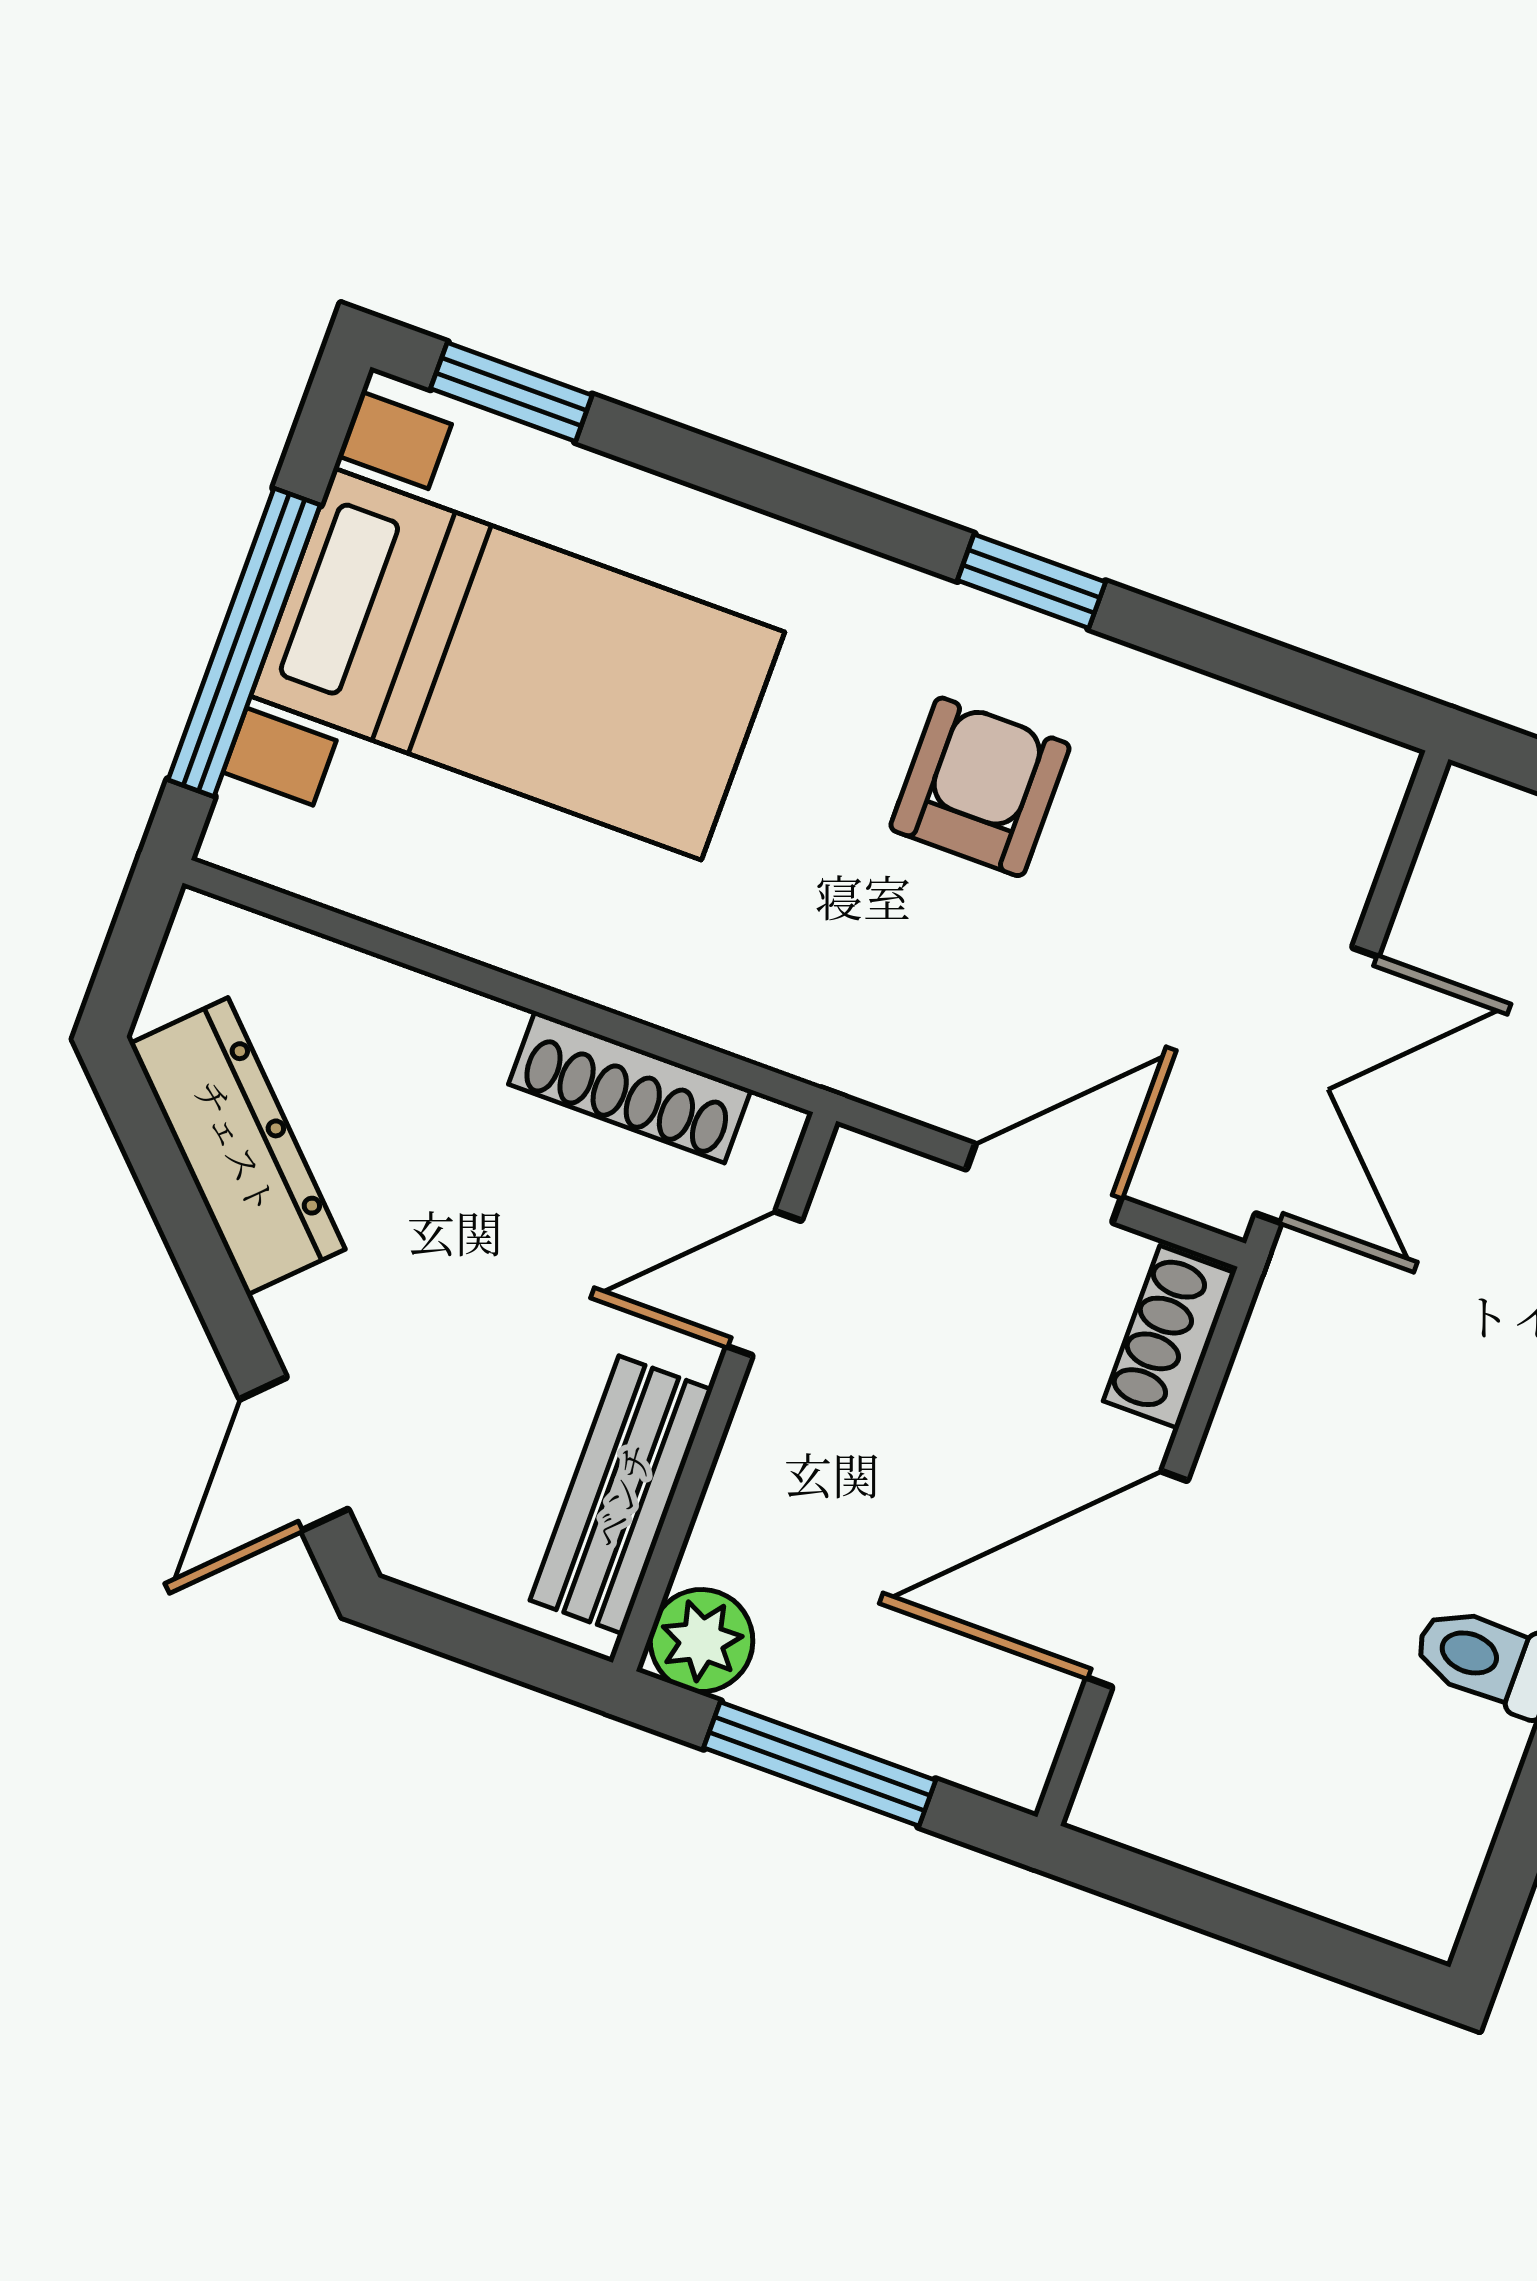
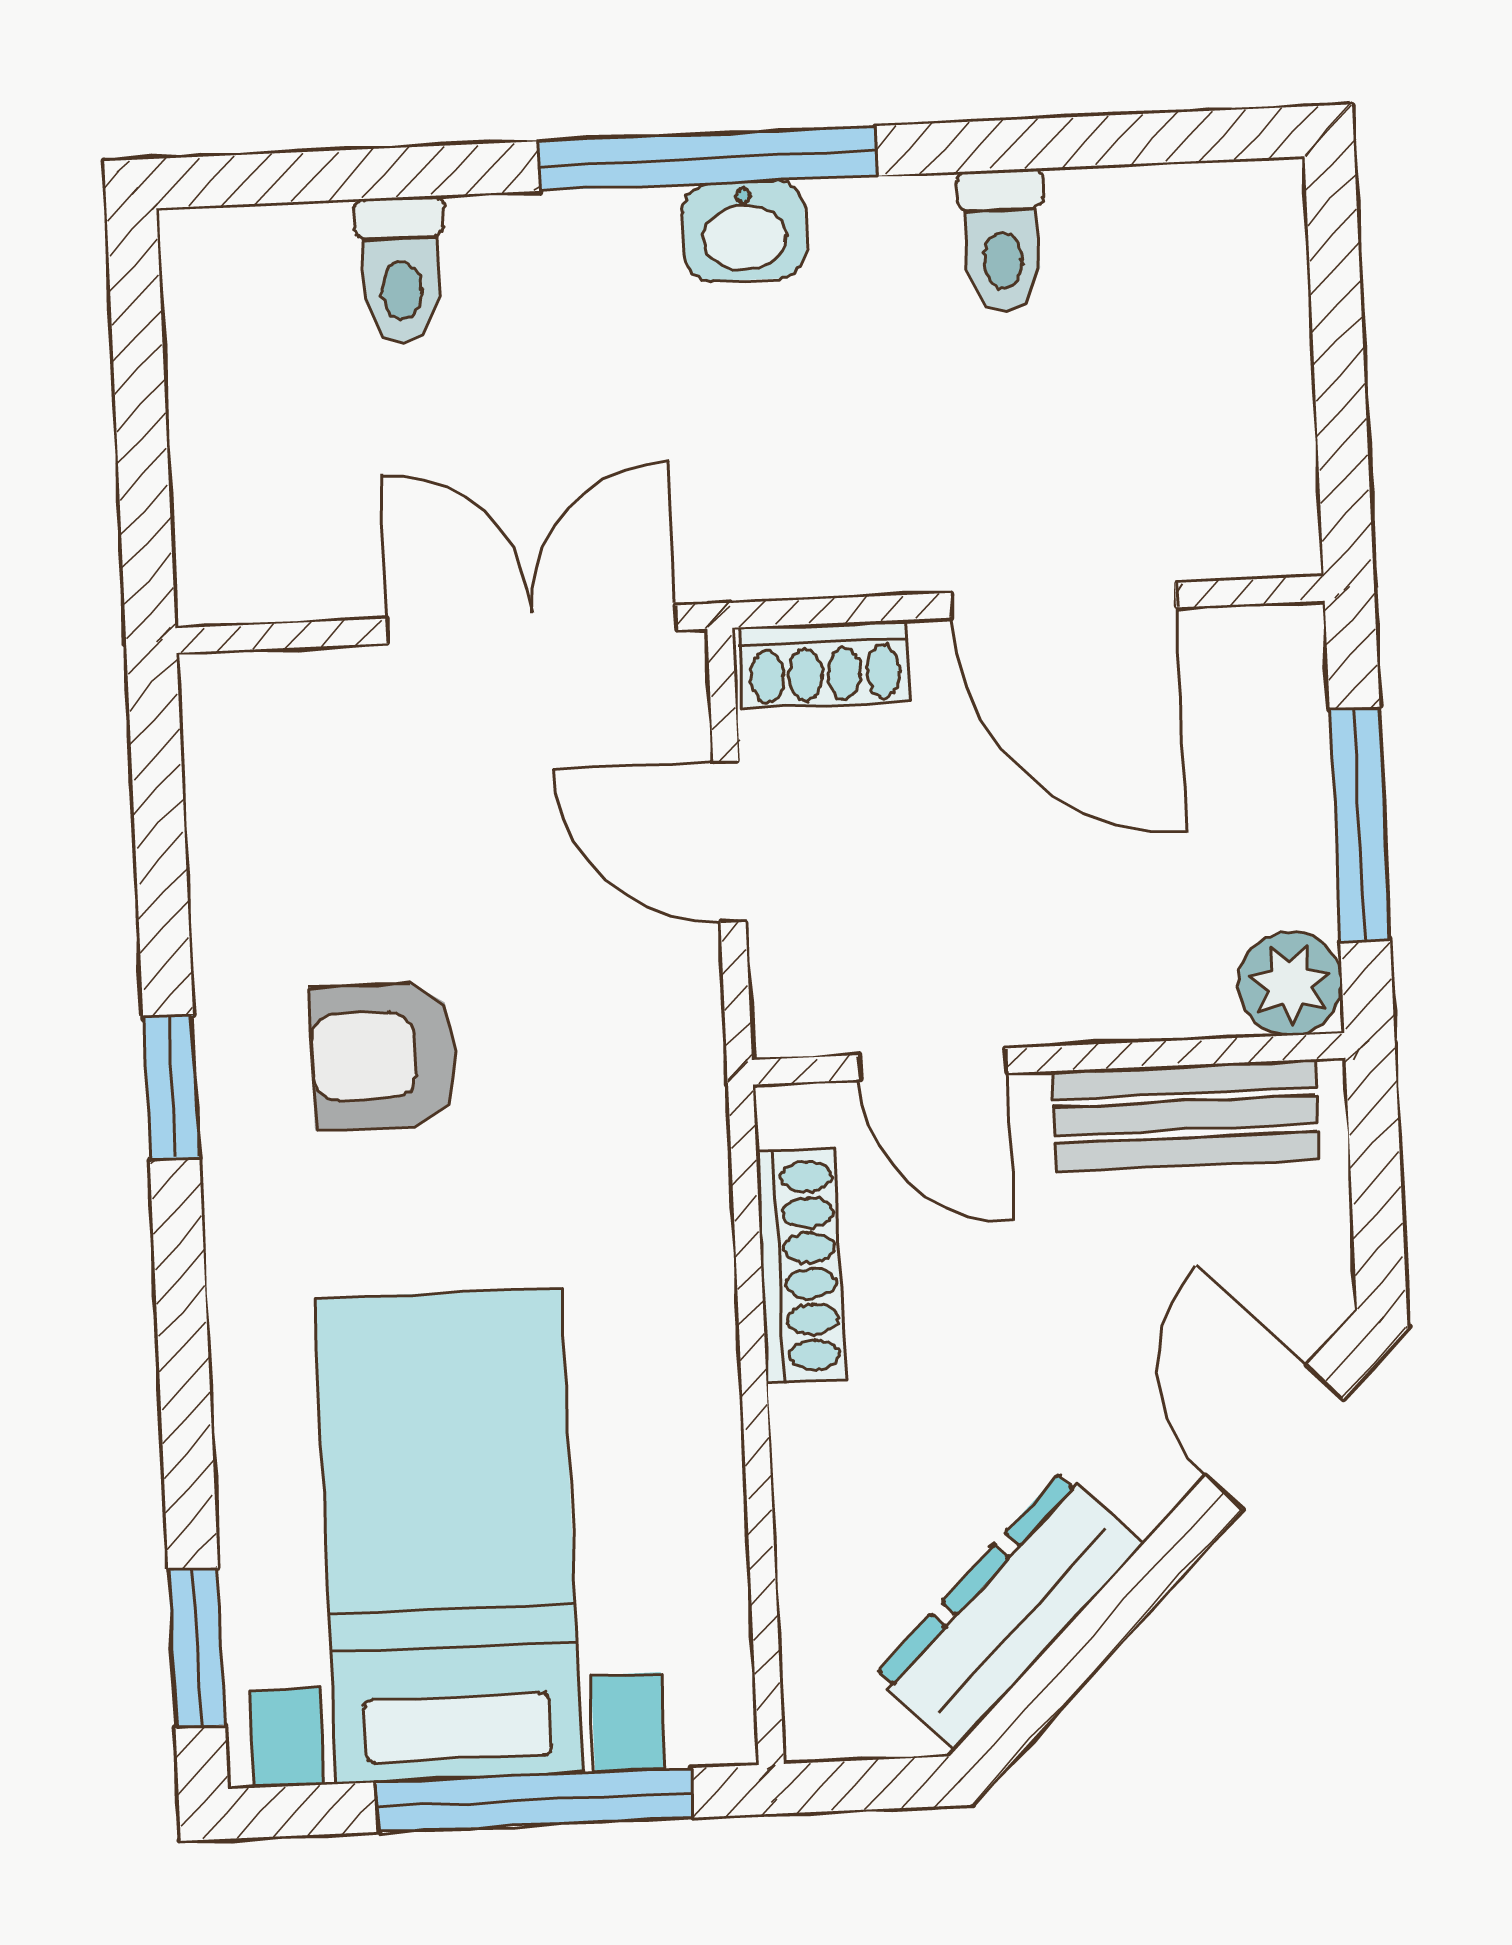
door: (294, 1454) -> (1275, 1437), swing flipped

